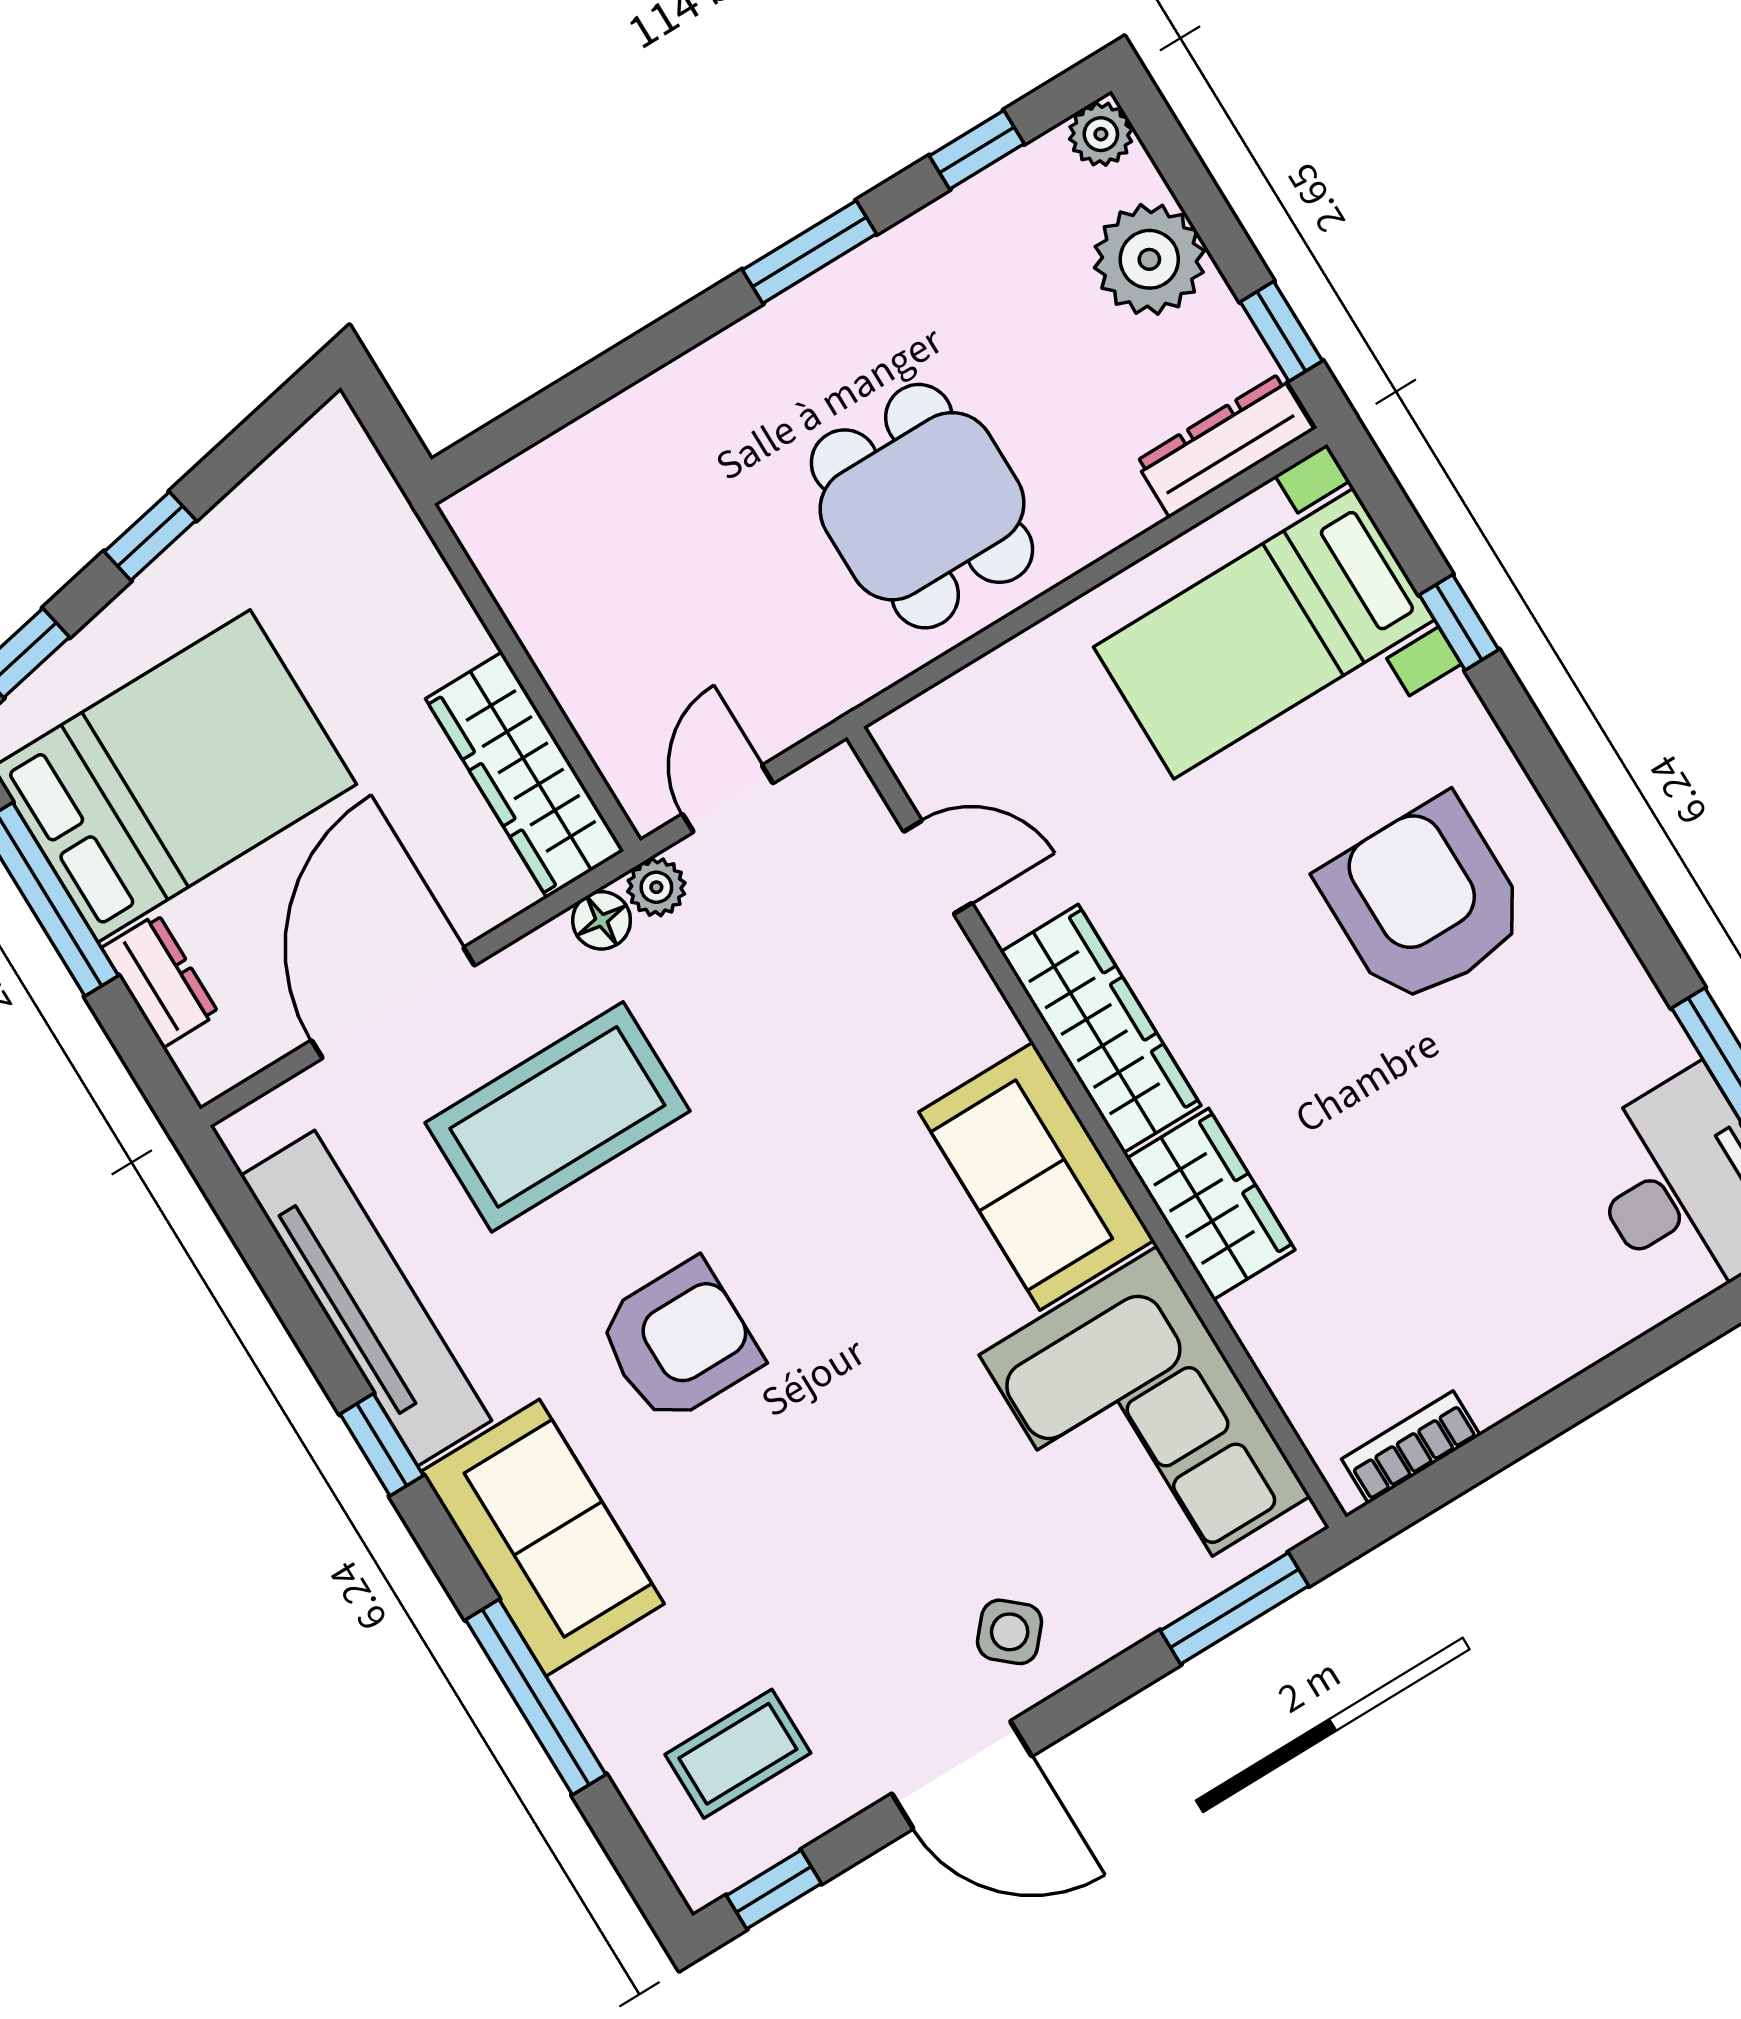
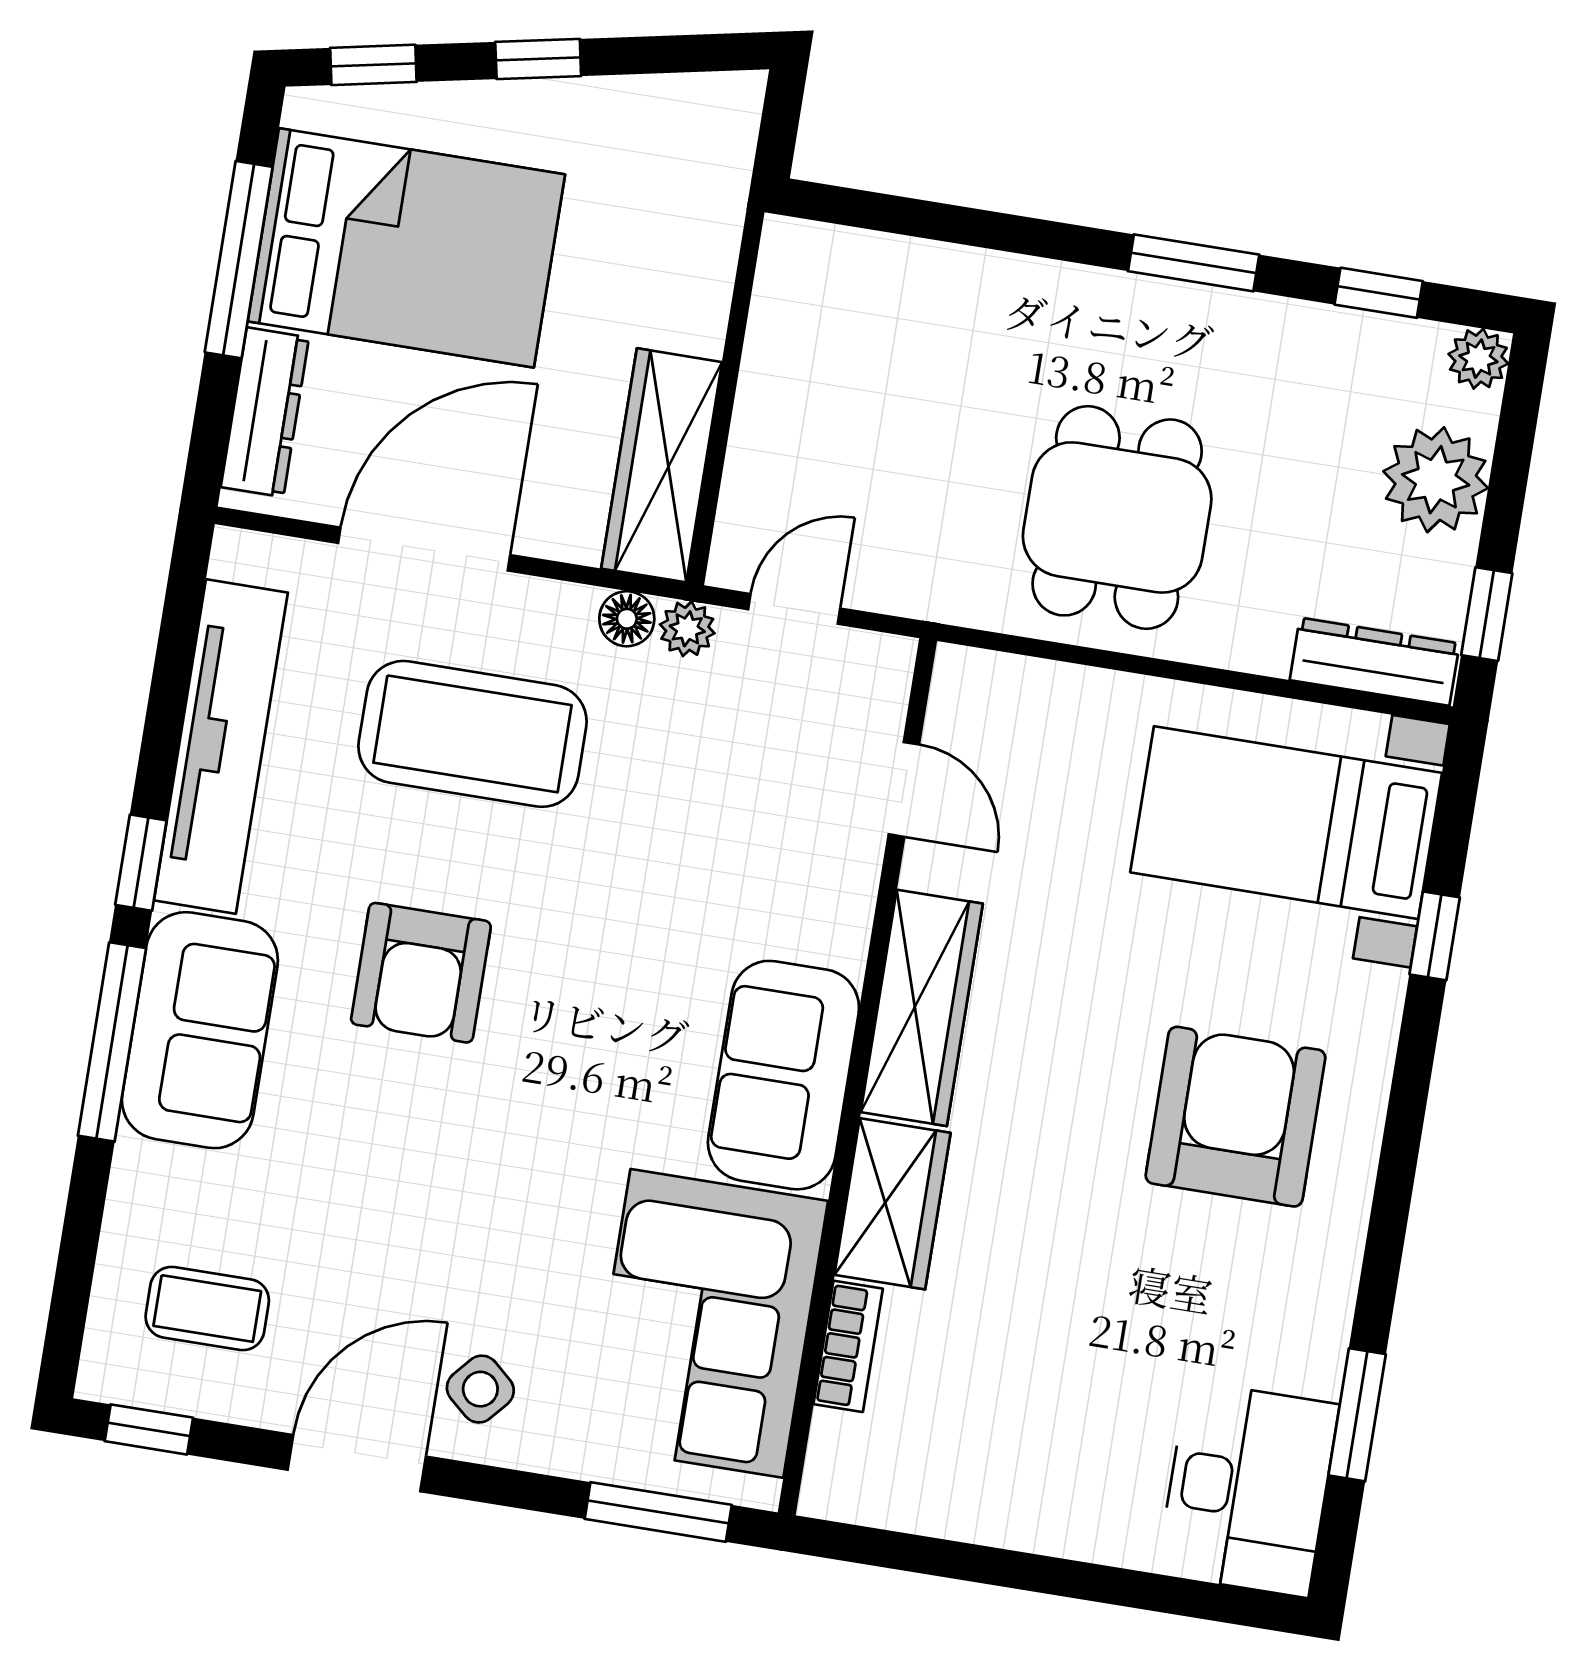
dresser: (160, 981) -> (265, 412), width x1.44
armchair: (679, 1342) -> (421, 973), turned 90
bookcase: (1411, 1447) -> (848, 1346), moved, turned 90
window: (536, 1697) -> (112, 1042), moved
door: (962, 1775) -> (357, 1463), swing flipped

